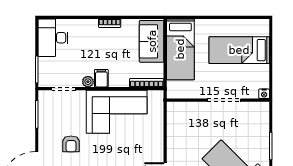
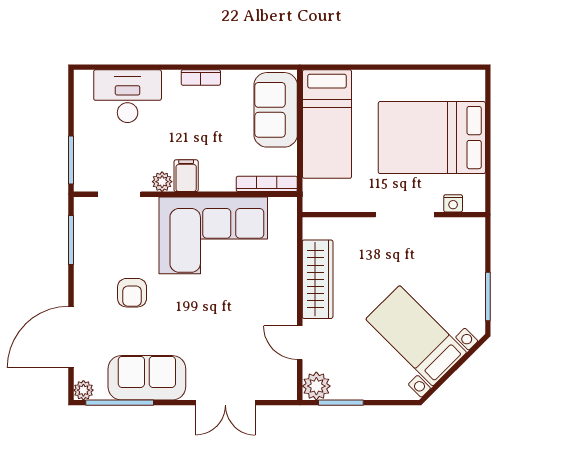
desk: (53, 38) -> (128, 96), moved, turned 90
bed: (239, 50) -> (432, 138), width x1.50
nightstand: (264, 94) -> (453, 203), moved
wardrobe: (175, 136) -> (318, 279), added

